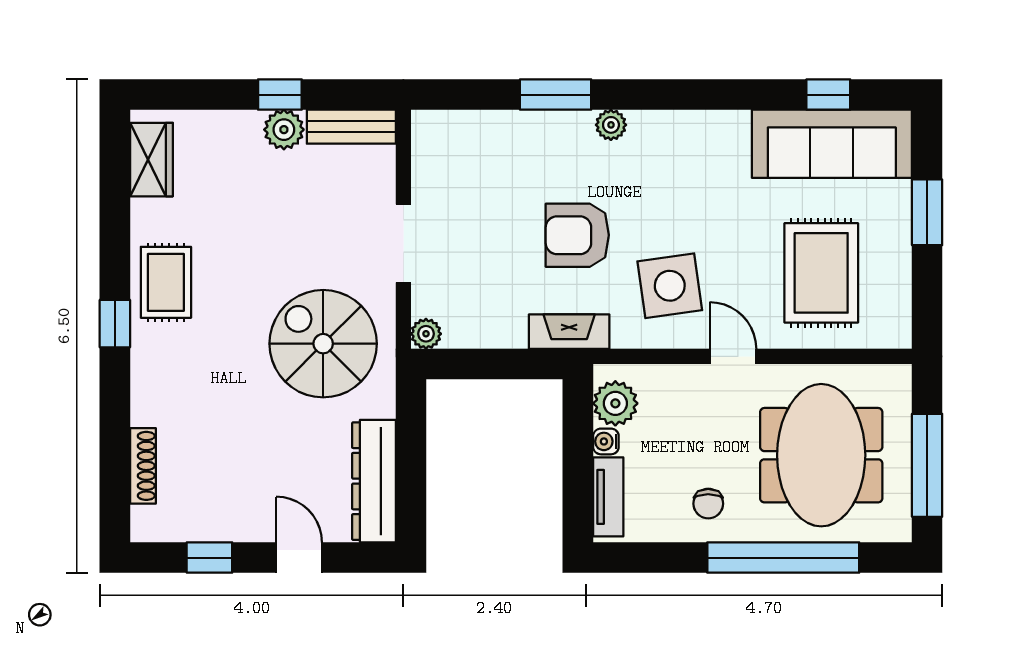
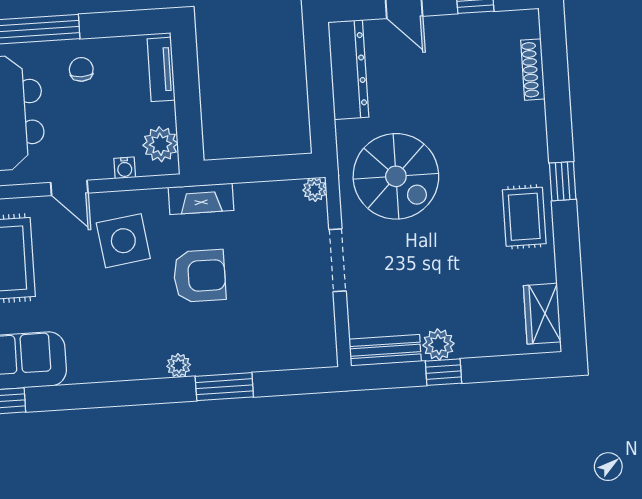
water cooler: (606, 441) -> (125, 168), moved, turned 90

